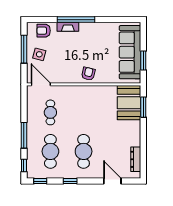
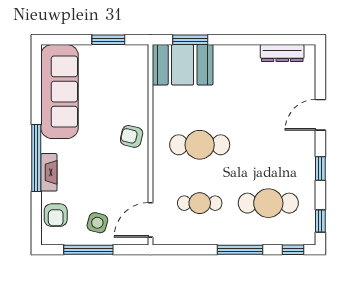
sofa: (130, 52) -> (59, 92), moved, turned -90
cafe table: (84, 151) -> (200, 145), moved
door: (112, 181) -> (320, 115), moved

